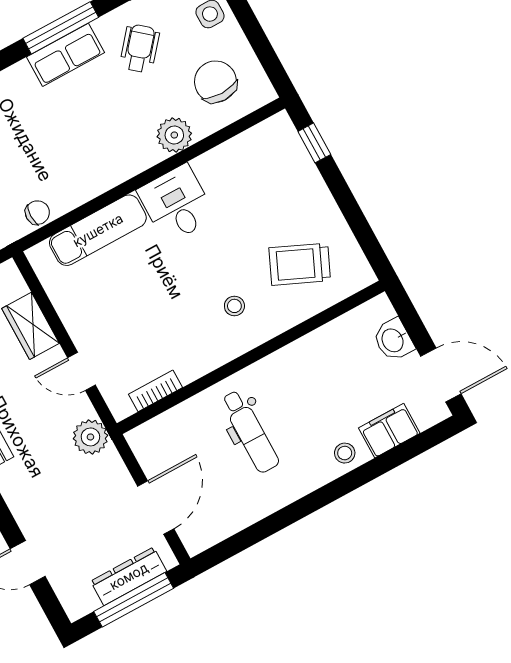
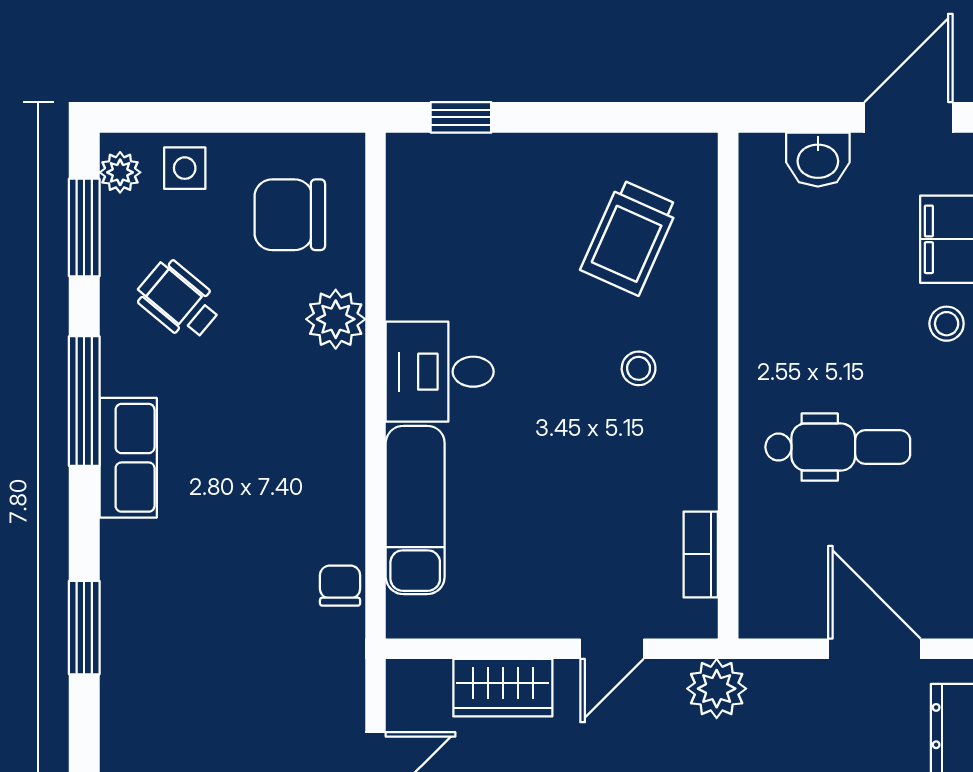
row of seats: (66, 55) -> (128, 458), moved

